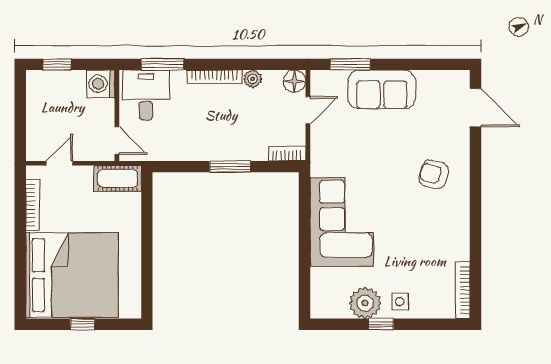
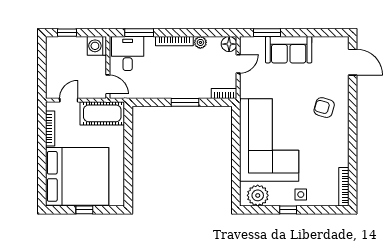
cot: (118, 178) -> (102, 113), width x1.37, depth x1.34
corner sofa: (342, 222) -> (269, 140), width x1.36, depth x1.36
plant: (365, 303) -> (258, 195), moved

